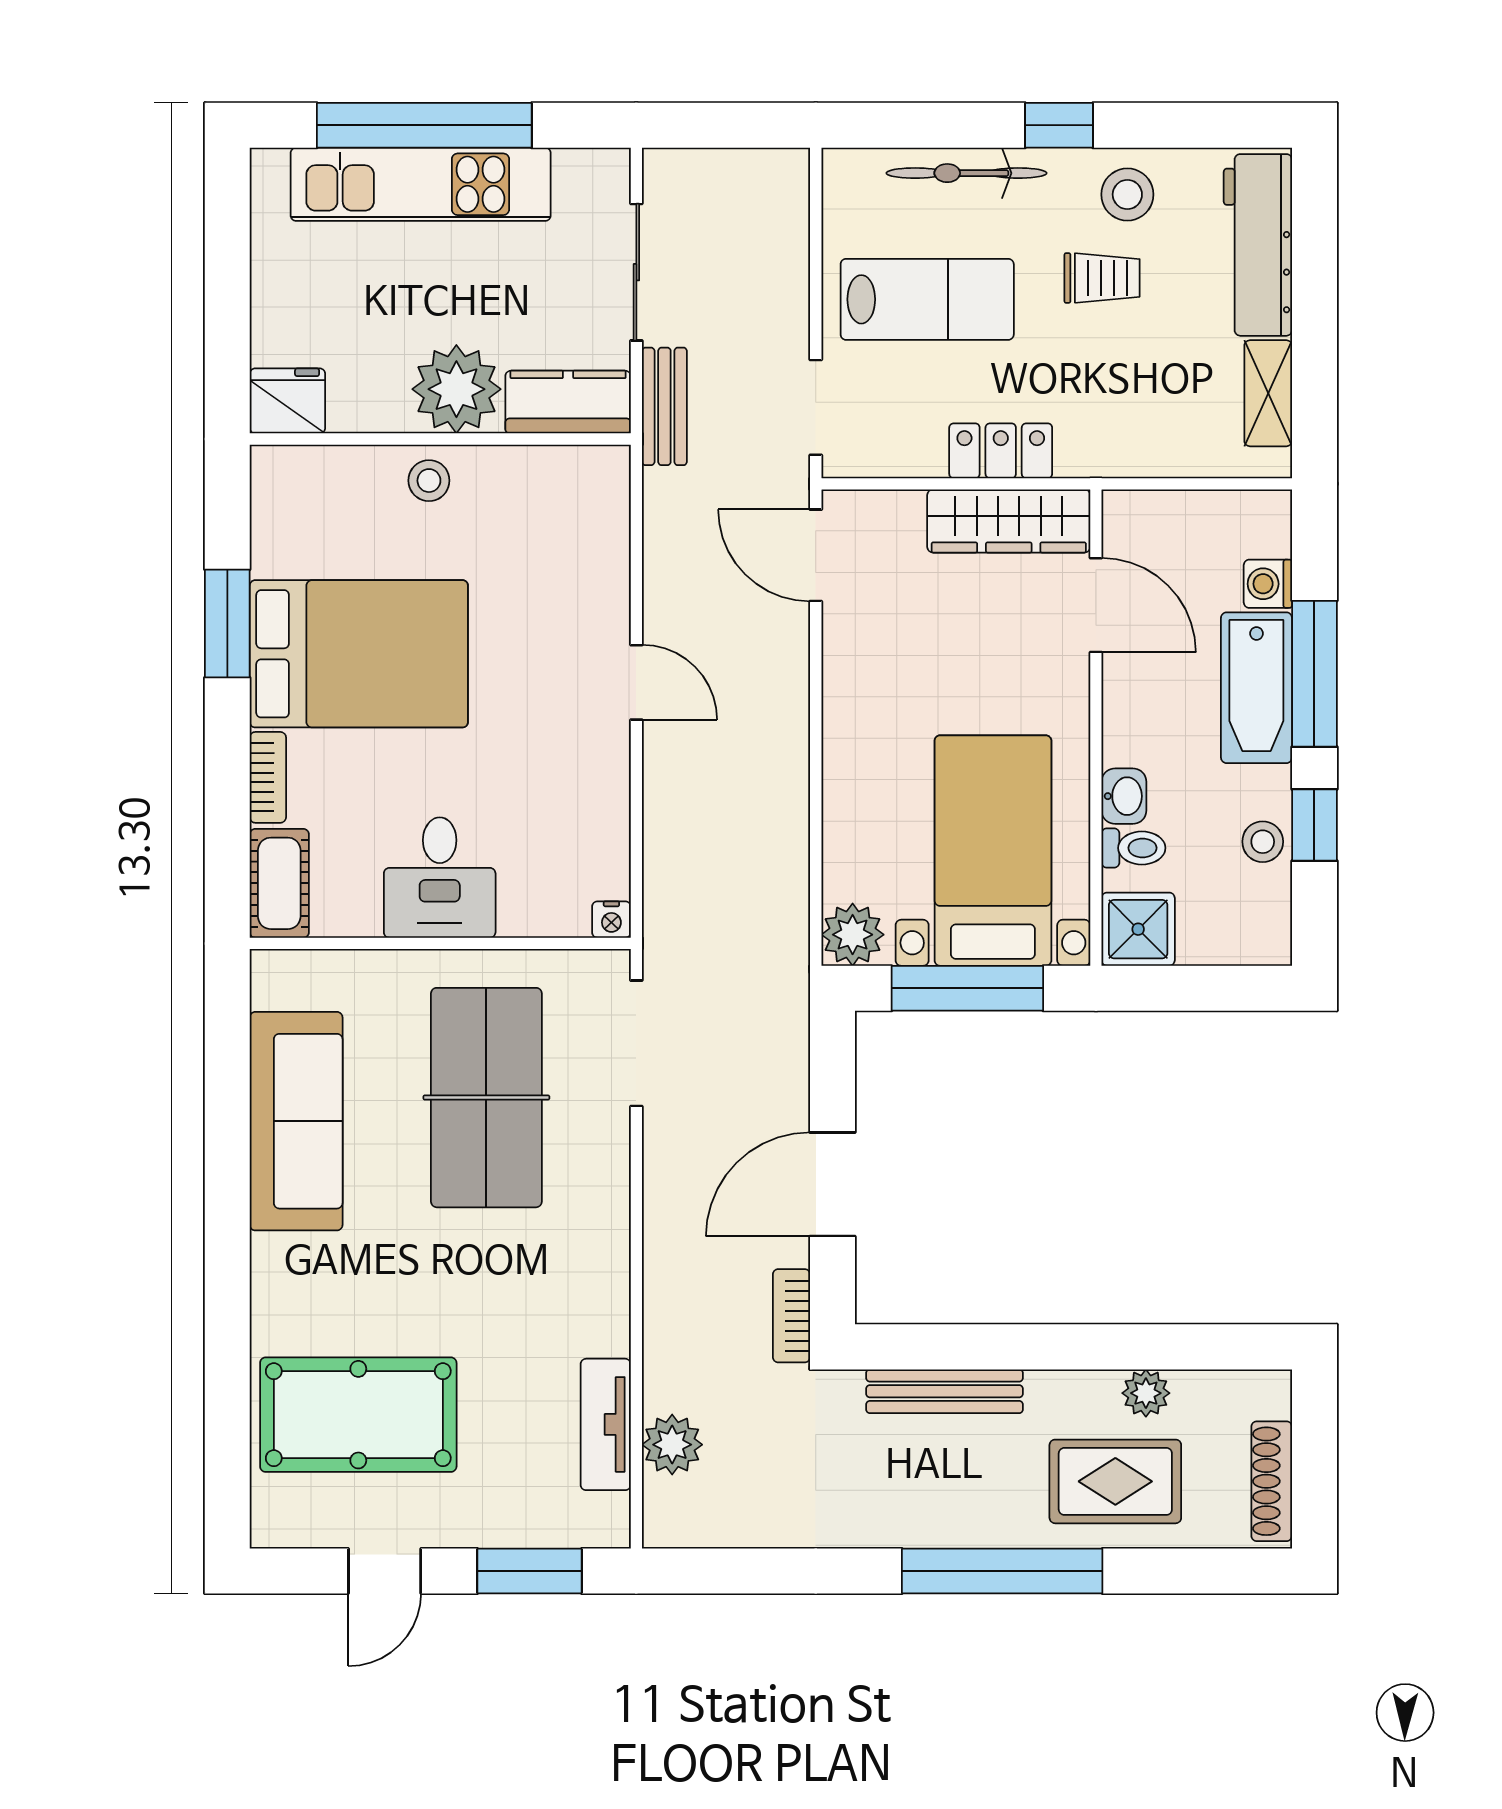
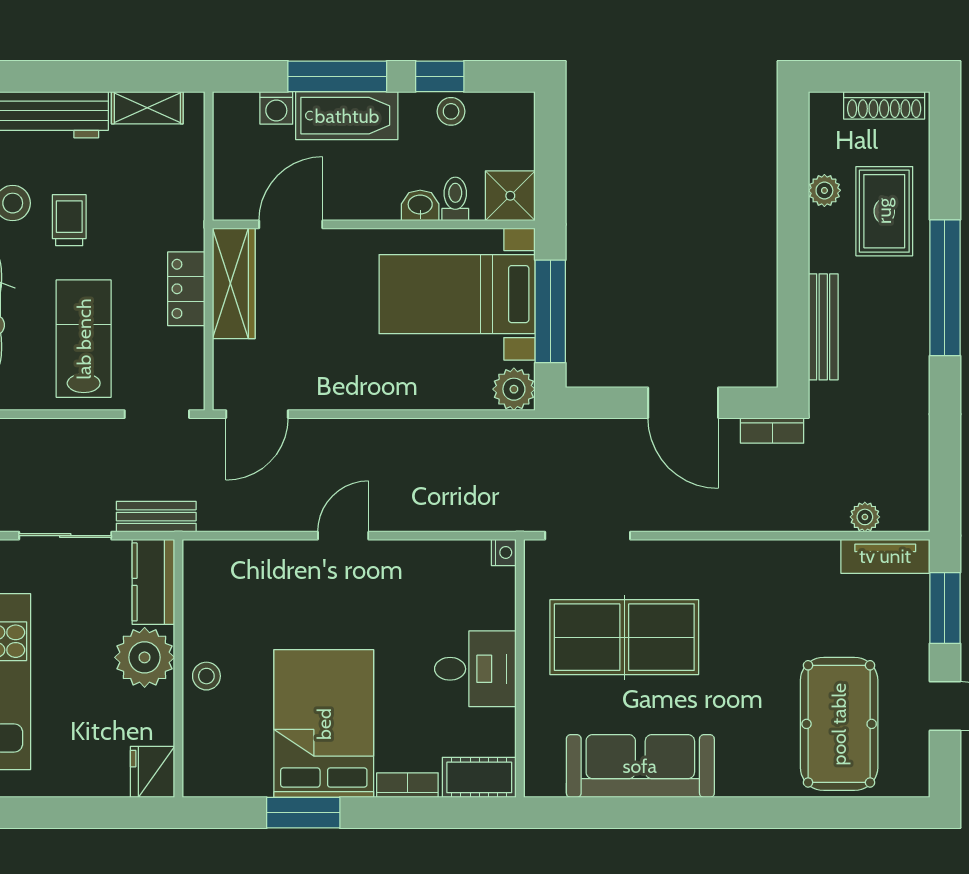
tv unit: (606, 1424) -> (885, 556), moved
plant: (672, 1445) -> (865, 517), width x0.73, depth x0.73

